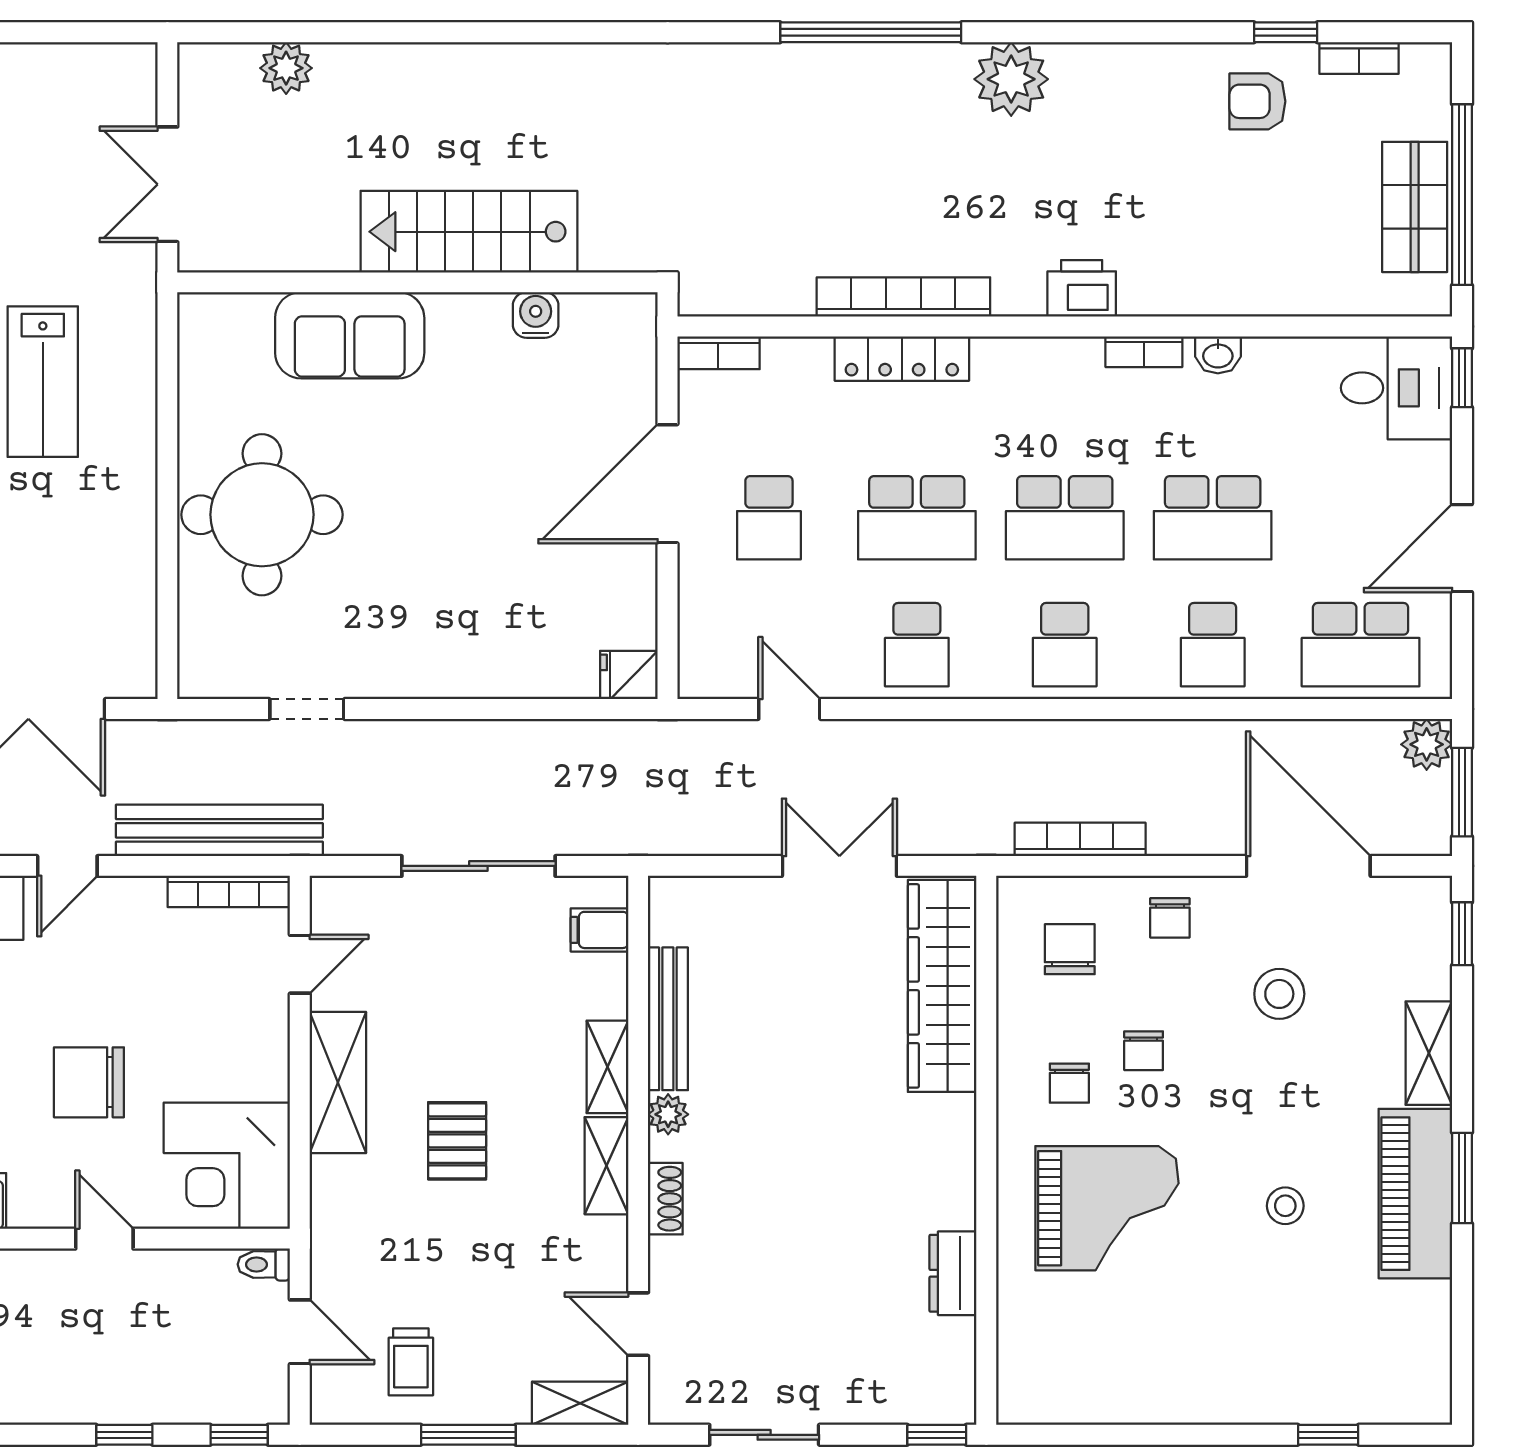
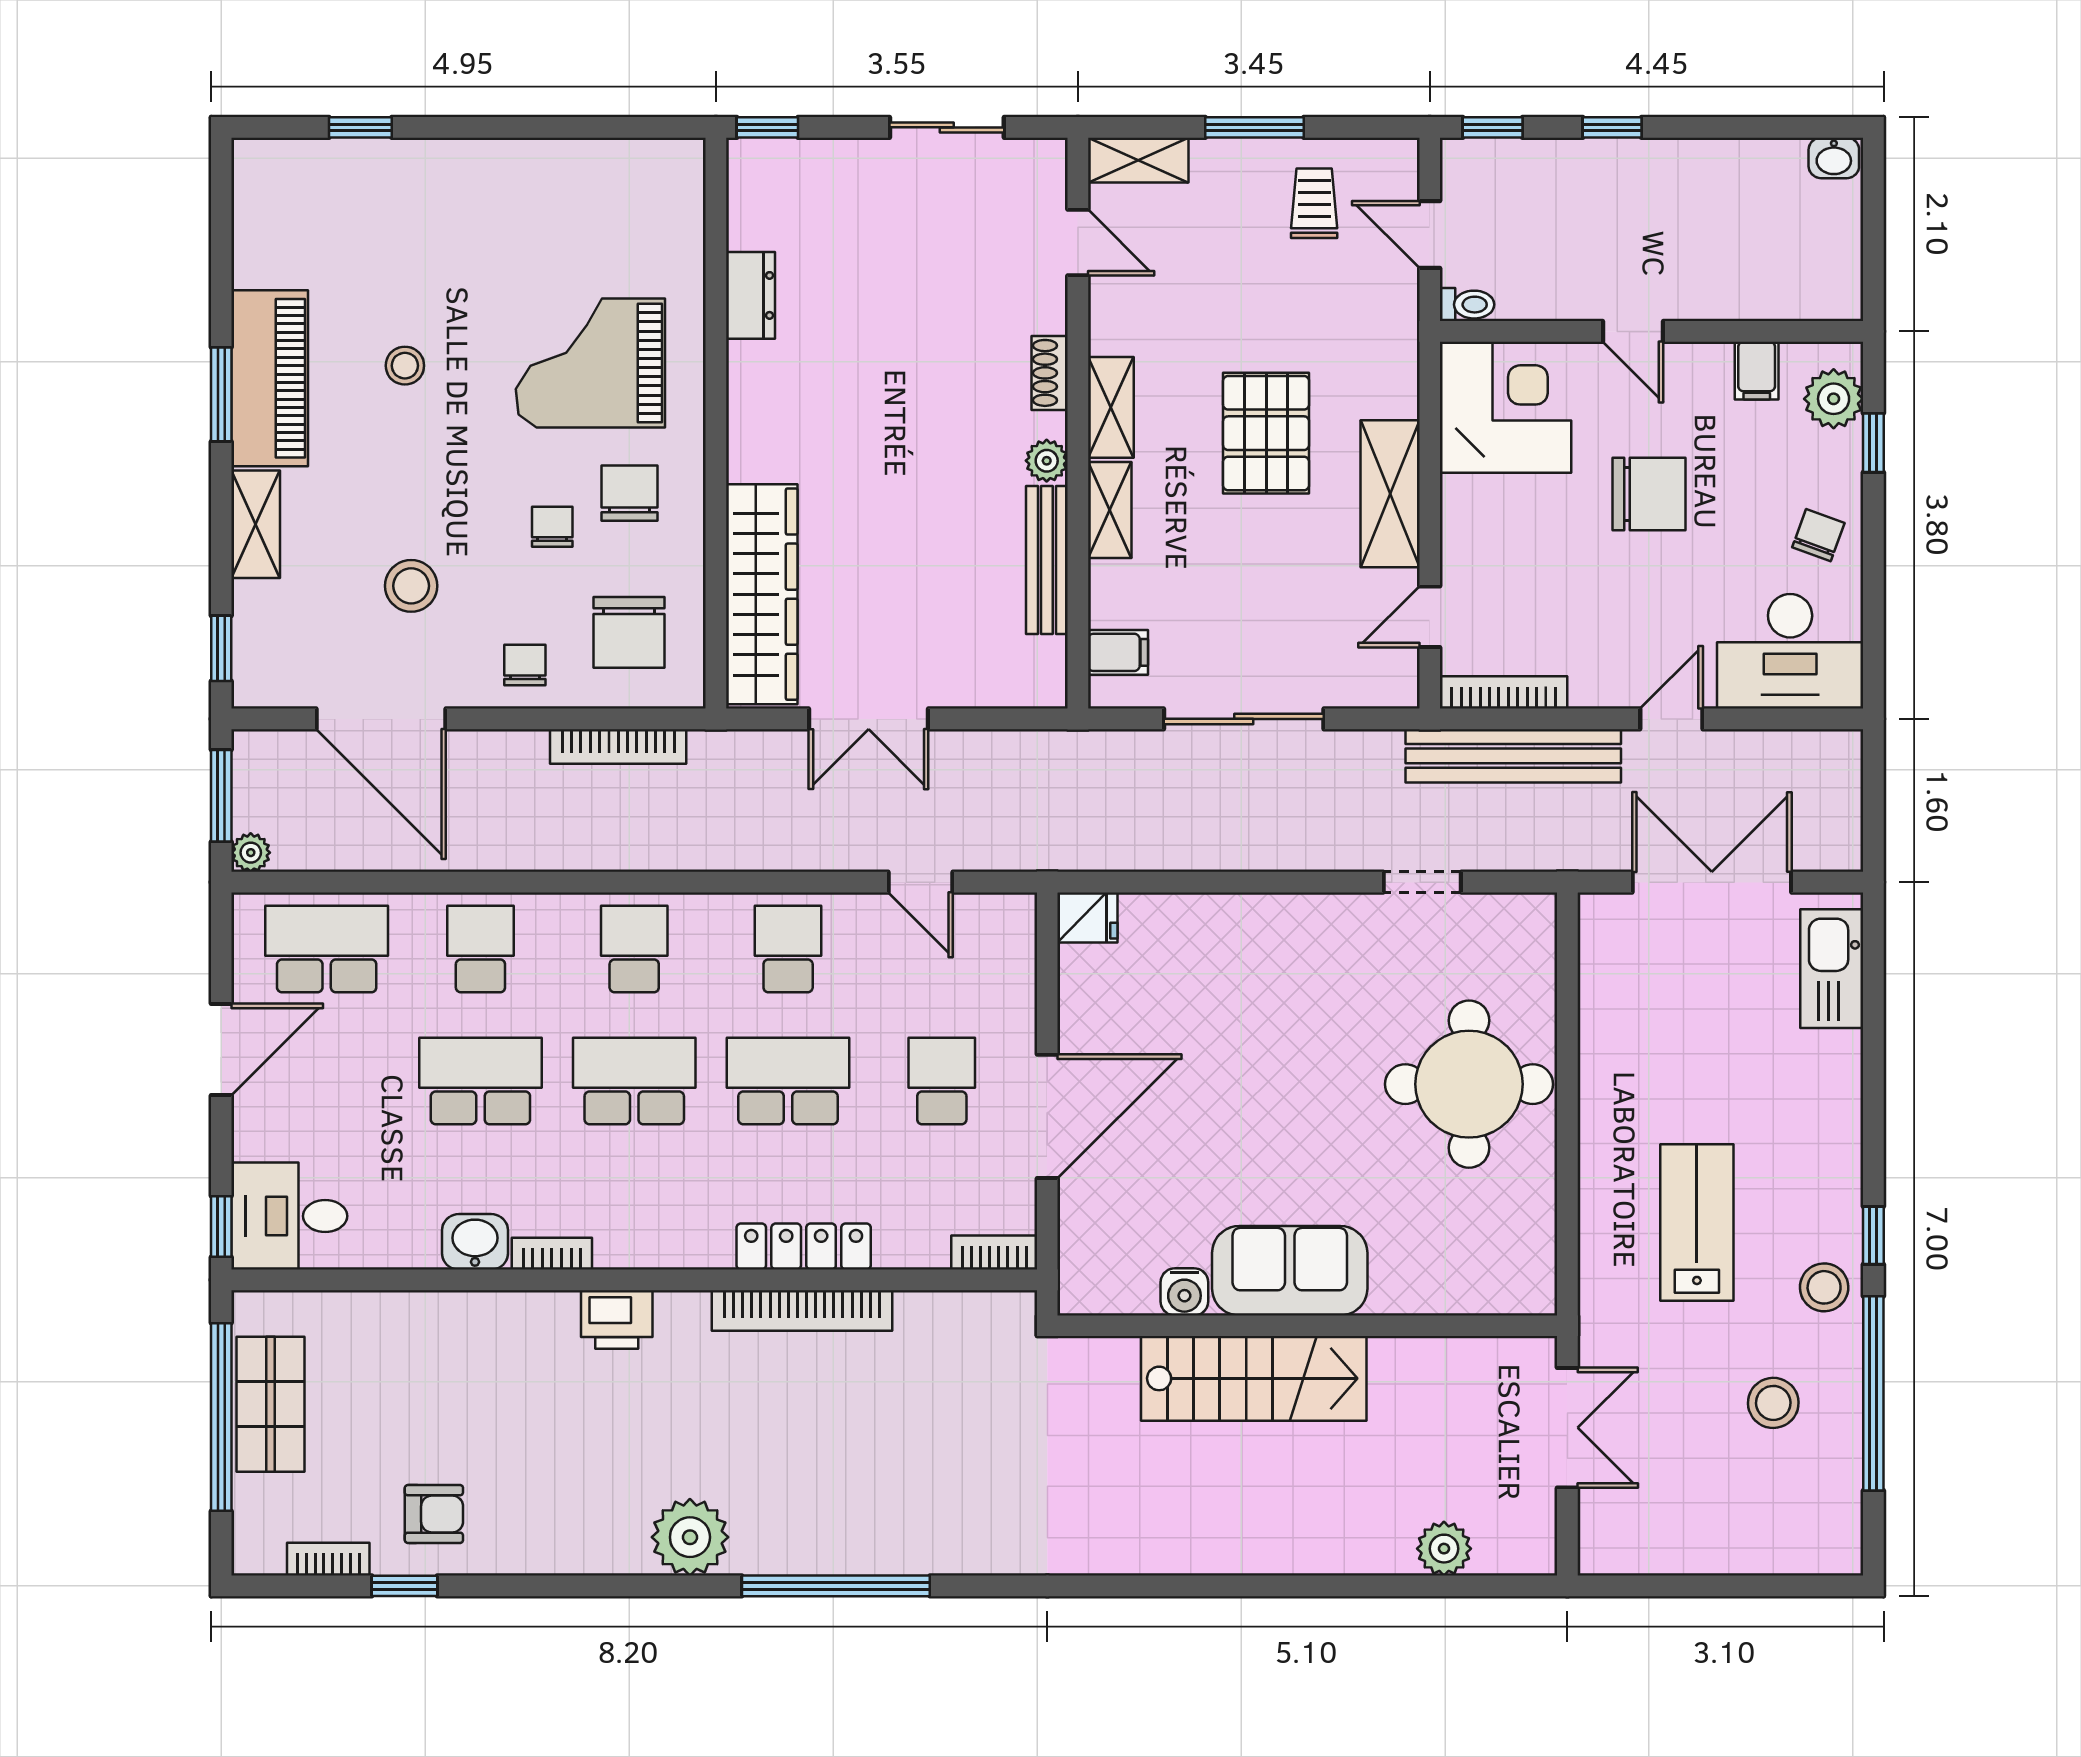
sofa: (350, 335) -> (1290, 1271), moved
washbasin: (1218, 355) -> (475, 1242), width x1.38, depth x1.45
plant: (1427, 744) -> (251, 853), width x0.73, depth x0.73
chair: (1070, 949) -> (629, 632), width x1.37, depth x1.37
chair: (1069, 1083) -> (629, 493), width x1.37, depth x1.37
pallet: (457, 1141) -> (1266, 433), width x1.50, depth x1.42

